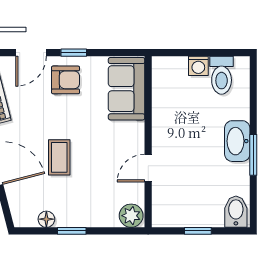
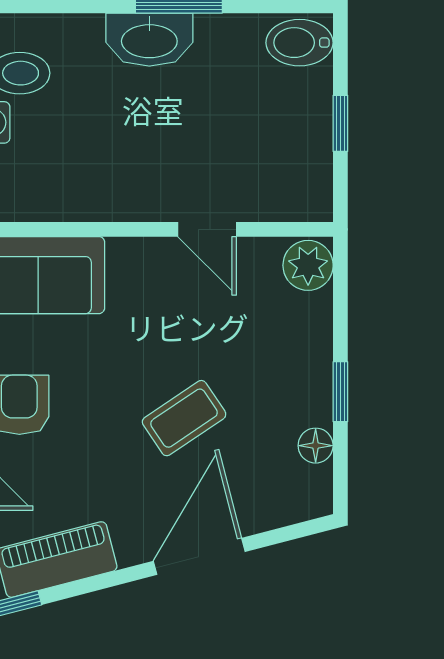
coffee table: (59, 157) -> (184, 418), turned -34

